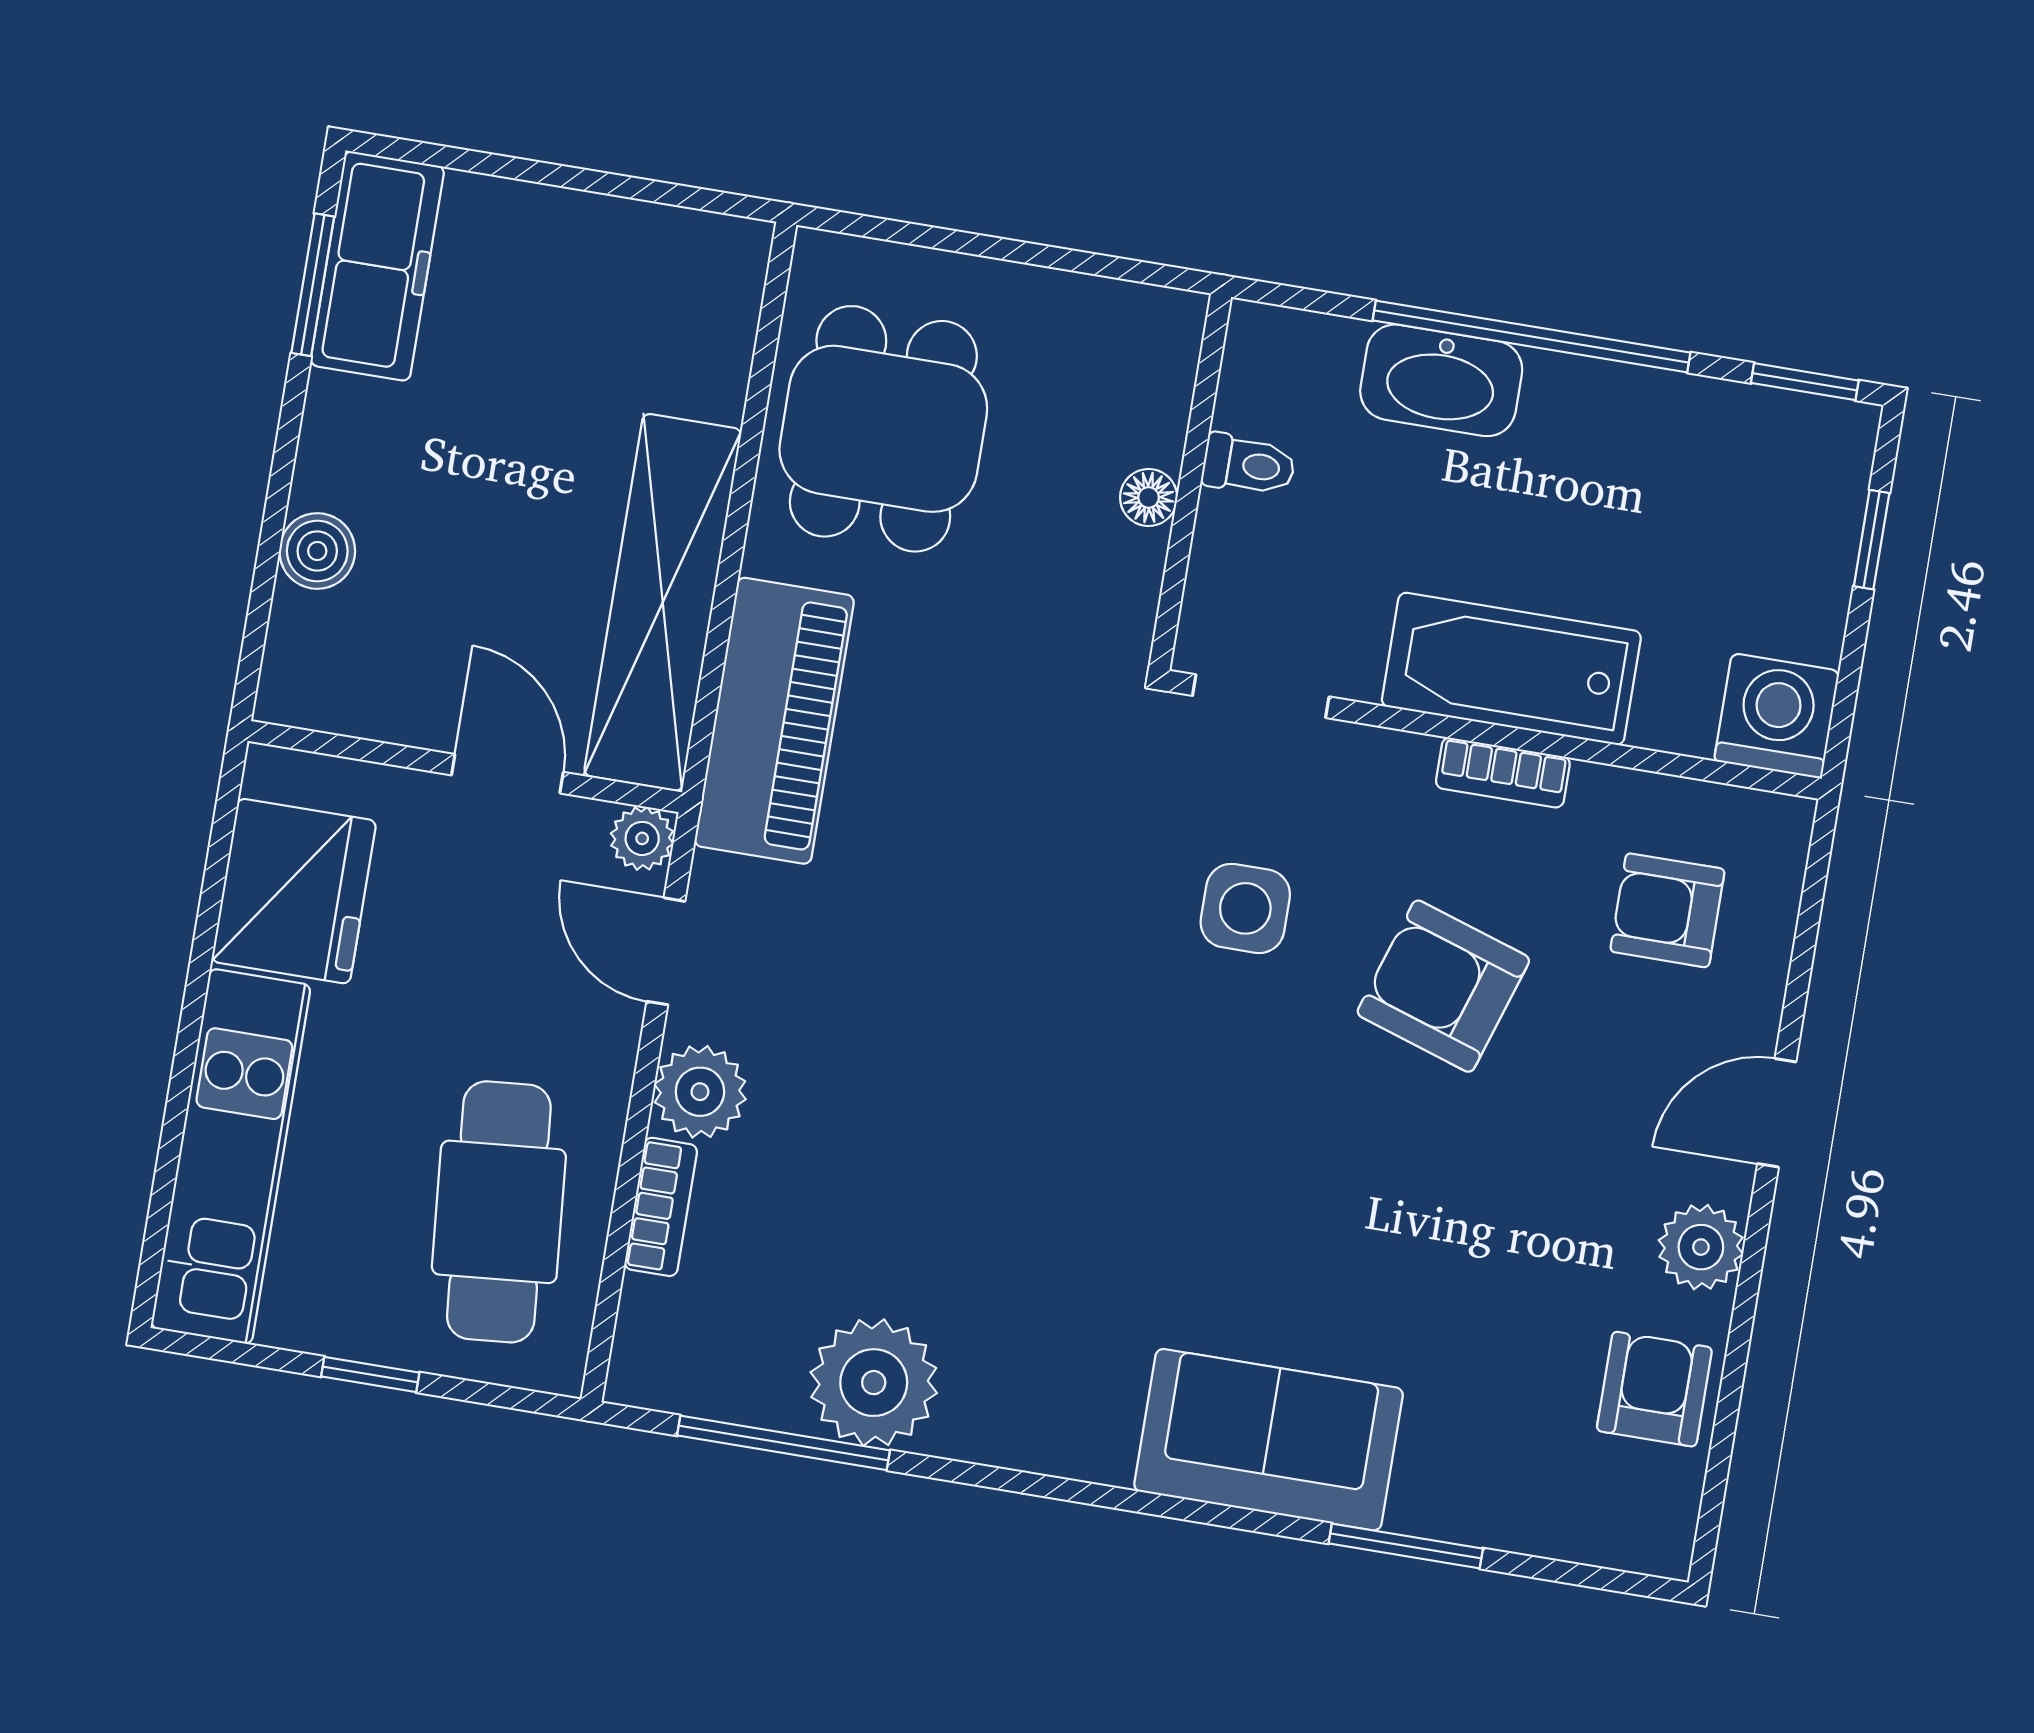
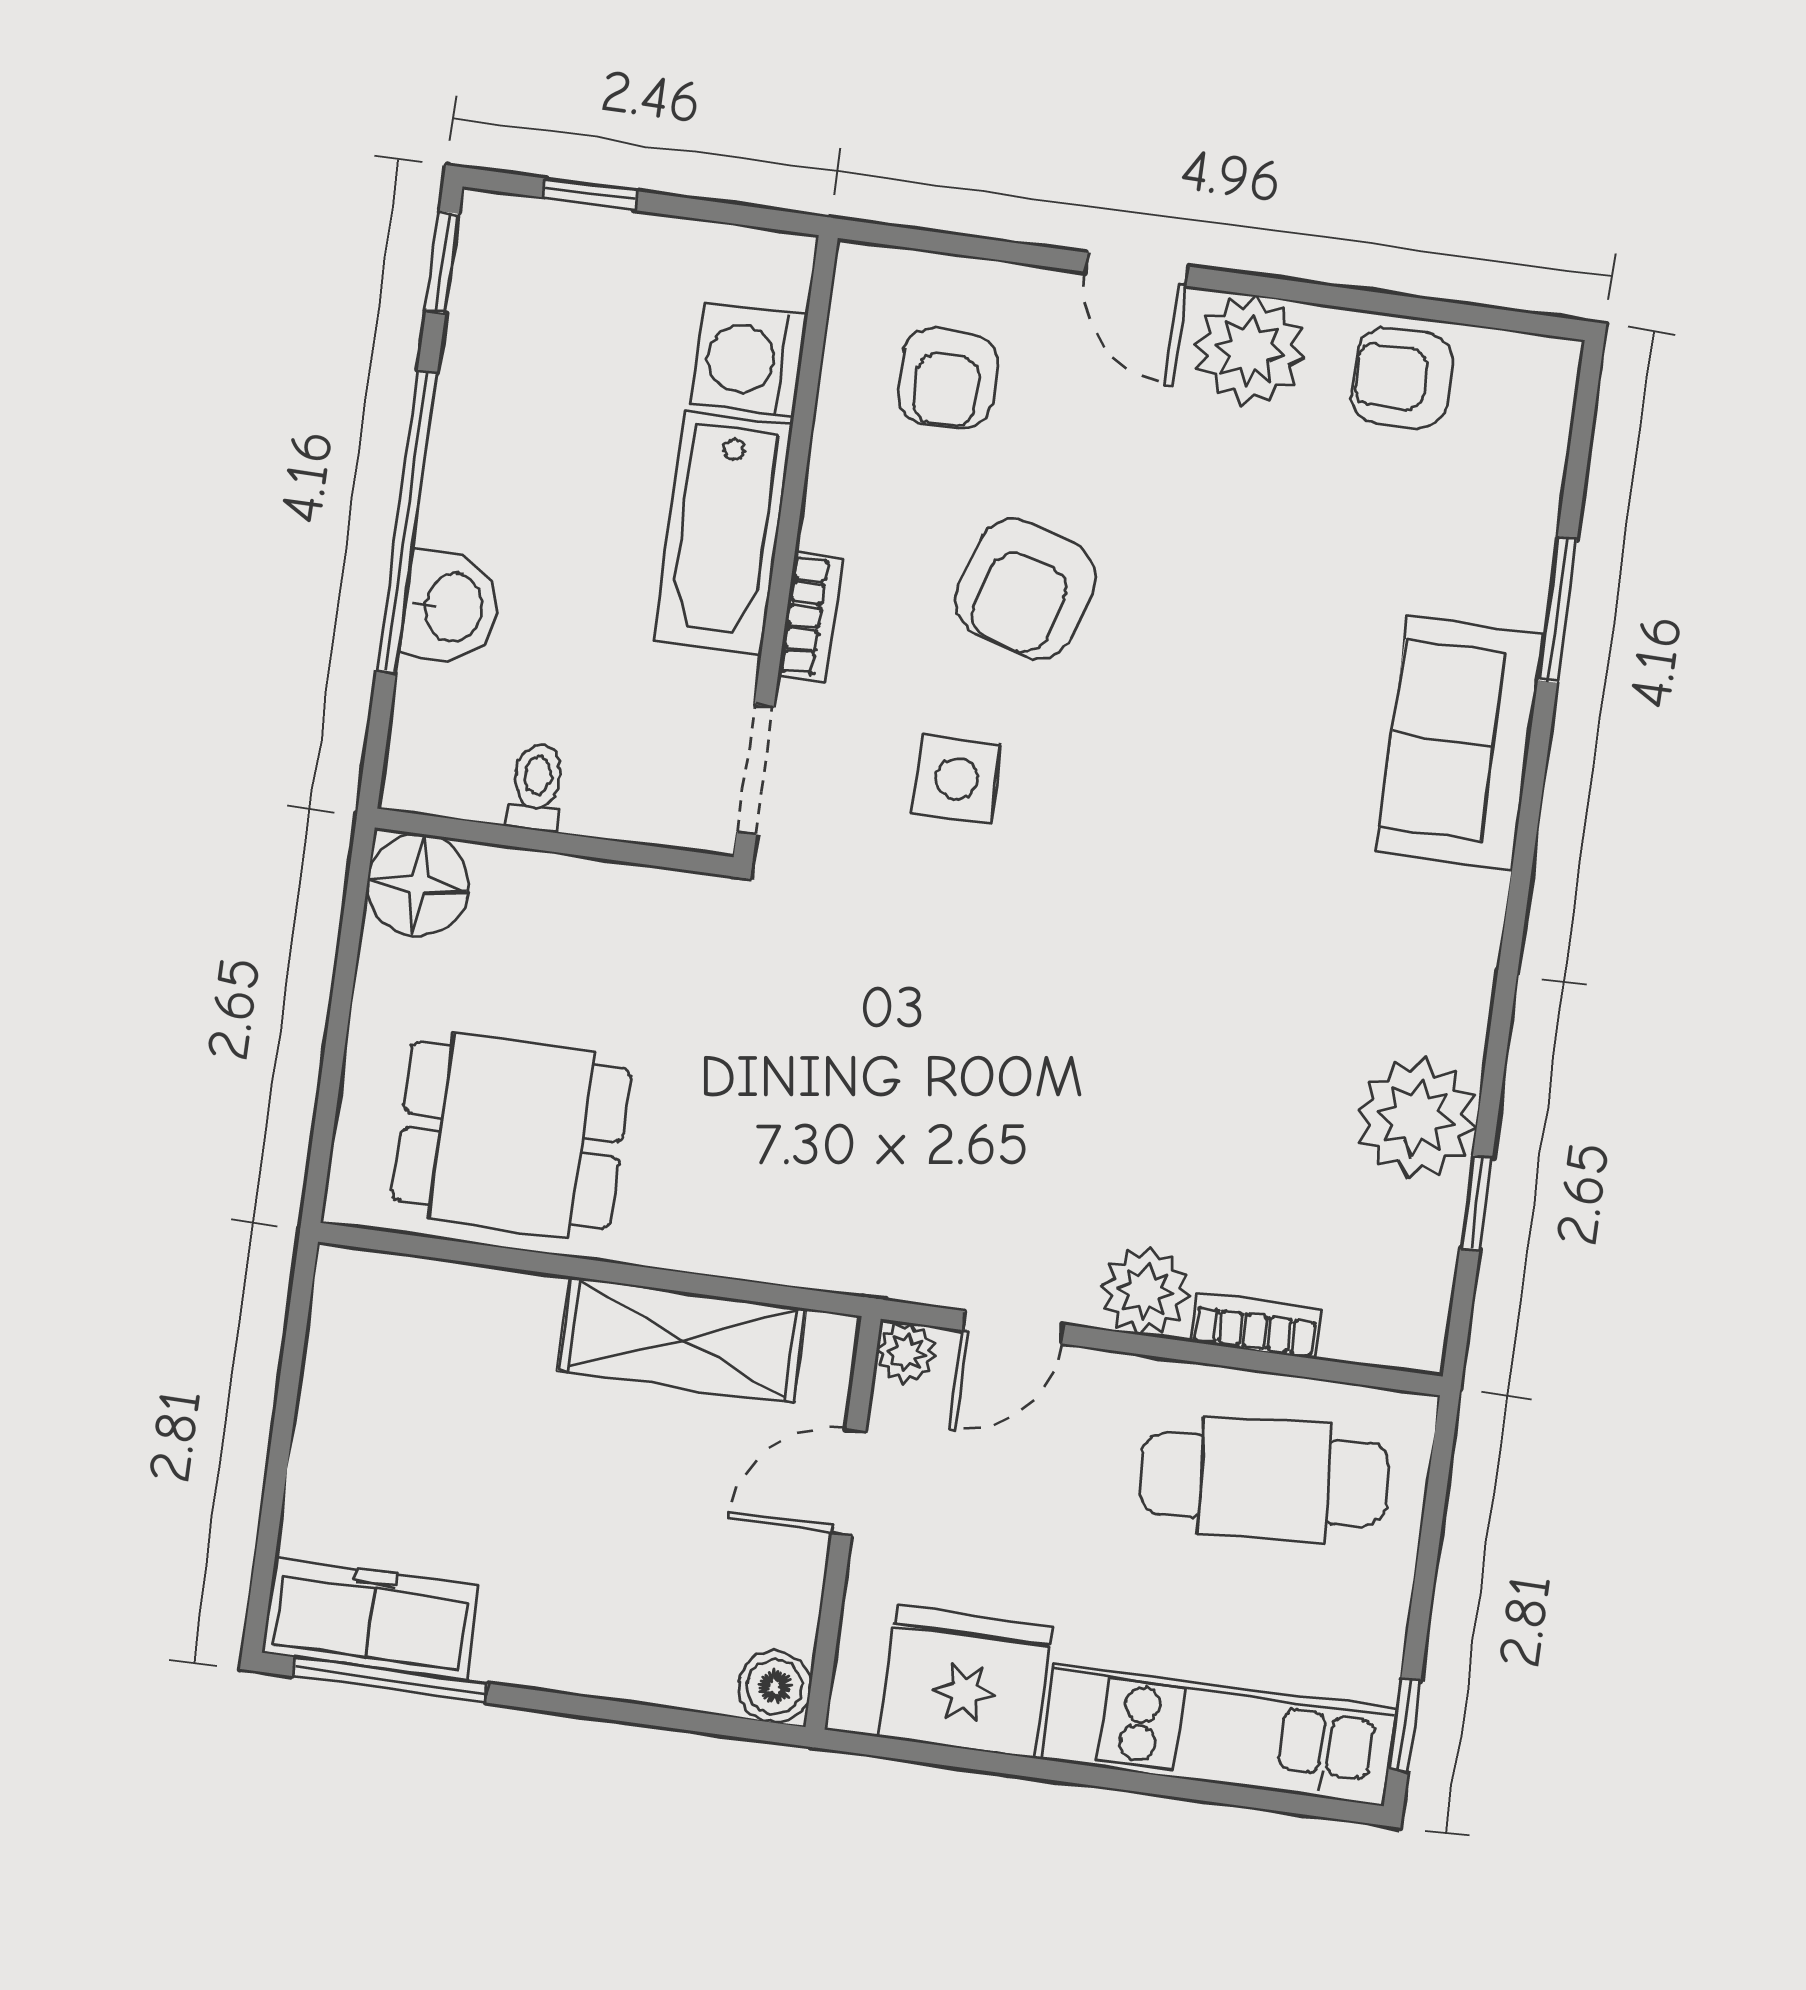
window: (313, 285) -> (390, 1680), width x1.44
washbasin: (1441, 380) -> (451, 607), width x0.72
floor lamp: (1149, 497) -> (418, 885), moved, width x1.89, depth x1.89
boiler: (317, 551) -> (775, 1687), moved
shelving: (663, 602) -> (682, 1339), width x0.68
washing machine: (1777, 716) -> (749, 360), moved
piano: (774, 721) -> (791, 1231), removed
bookcase: (1503, 773) -> (810, 617), moved
plant: (1701, 1247) -> (1249, 350), width x1.36, depth x1.36
window: (370, 1375) -> (1405, 1725), moved
window: (784, 1443) -> (1476, 1203), width x0.46

